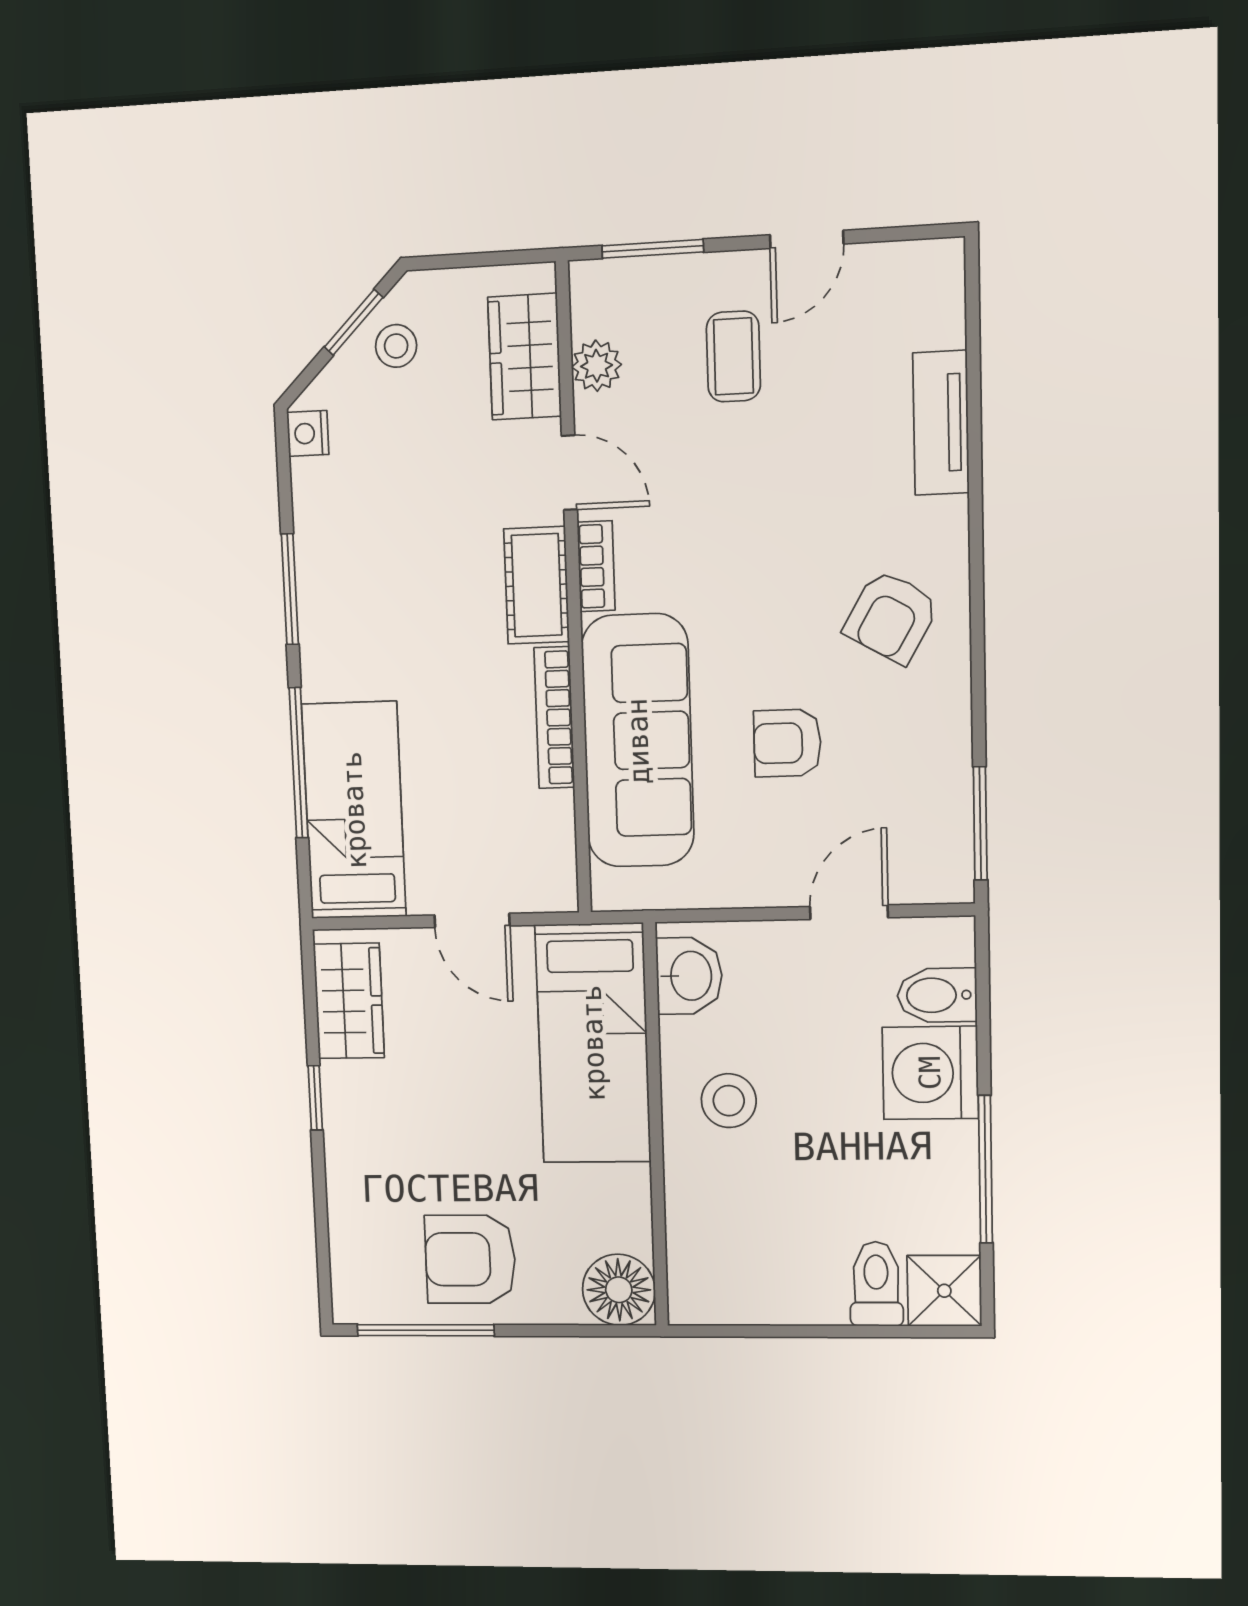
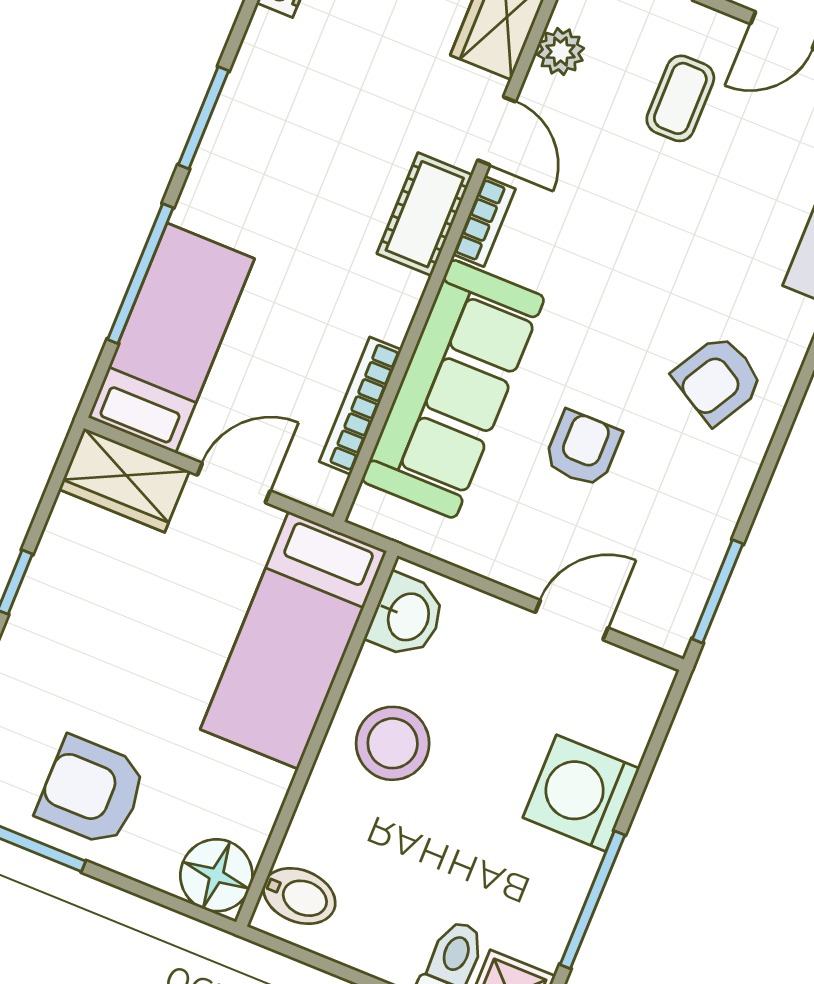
bookcase: (554, 718) -> (360, 406), moved
armchair: (787, 743) -> (583, 449), turned 90
door: (472, 920) -> (234, 483), swing flipped
bidet: (937, 995) -> (299, 896), moved, turned 180
wardrobe: (349, 1001) -> (124, 480), moved, turned 90
stool: (729, 1101) -> (393, 743), width x1.38, depth x1.38

